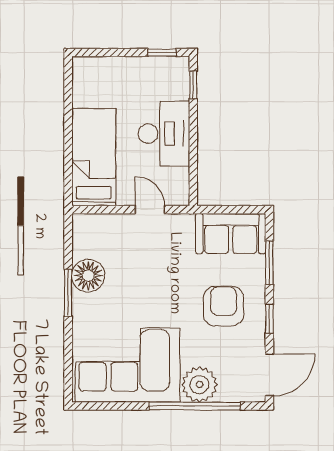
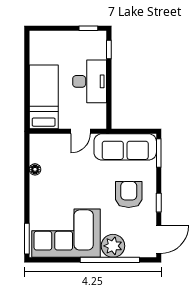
door: (150, 210) -> (80, 131), swing flipped
sofa: (231, 234) -> (125, 147), width x1.36
window: (269, 263) -> (159, 153), moved
floor lamp: (88, 276) -> (35, 169), width x0.53, depth x0.53
window: (68, 293) -> (27, 239), moved

